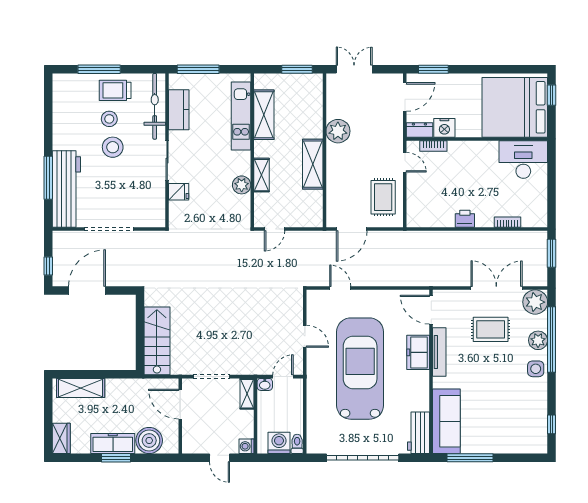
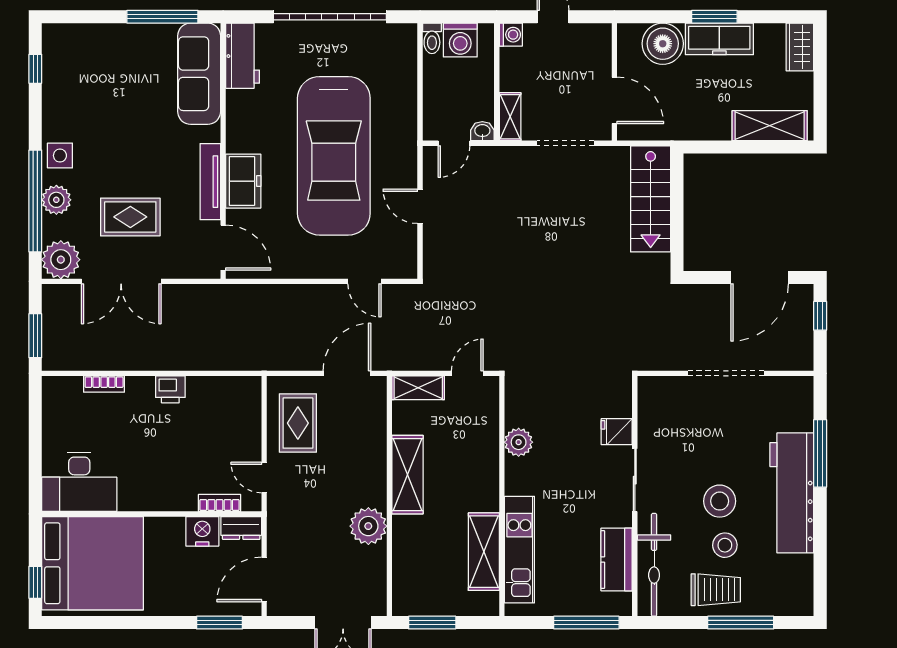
shelving: (262, 175) -> (418, 388), moved, turned 90
workbench: (66, 189) -> (792, 493), moved

